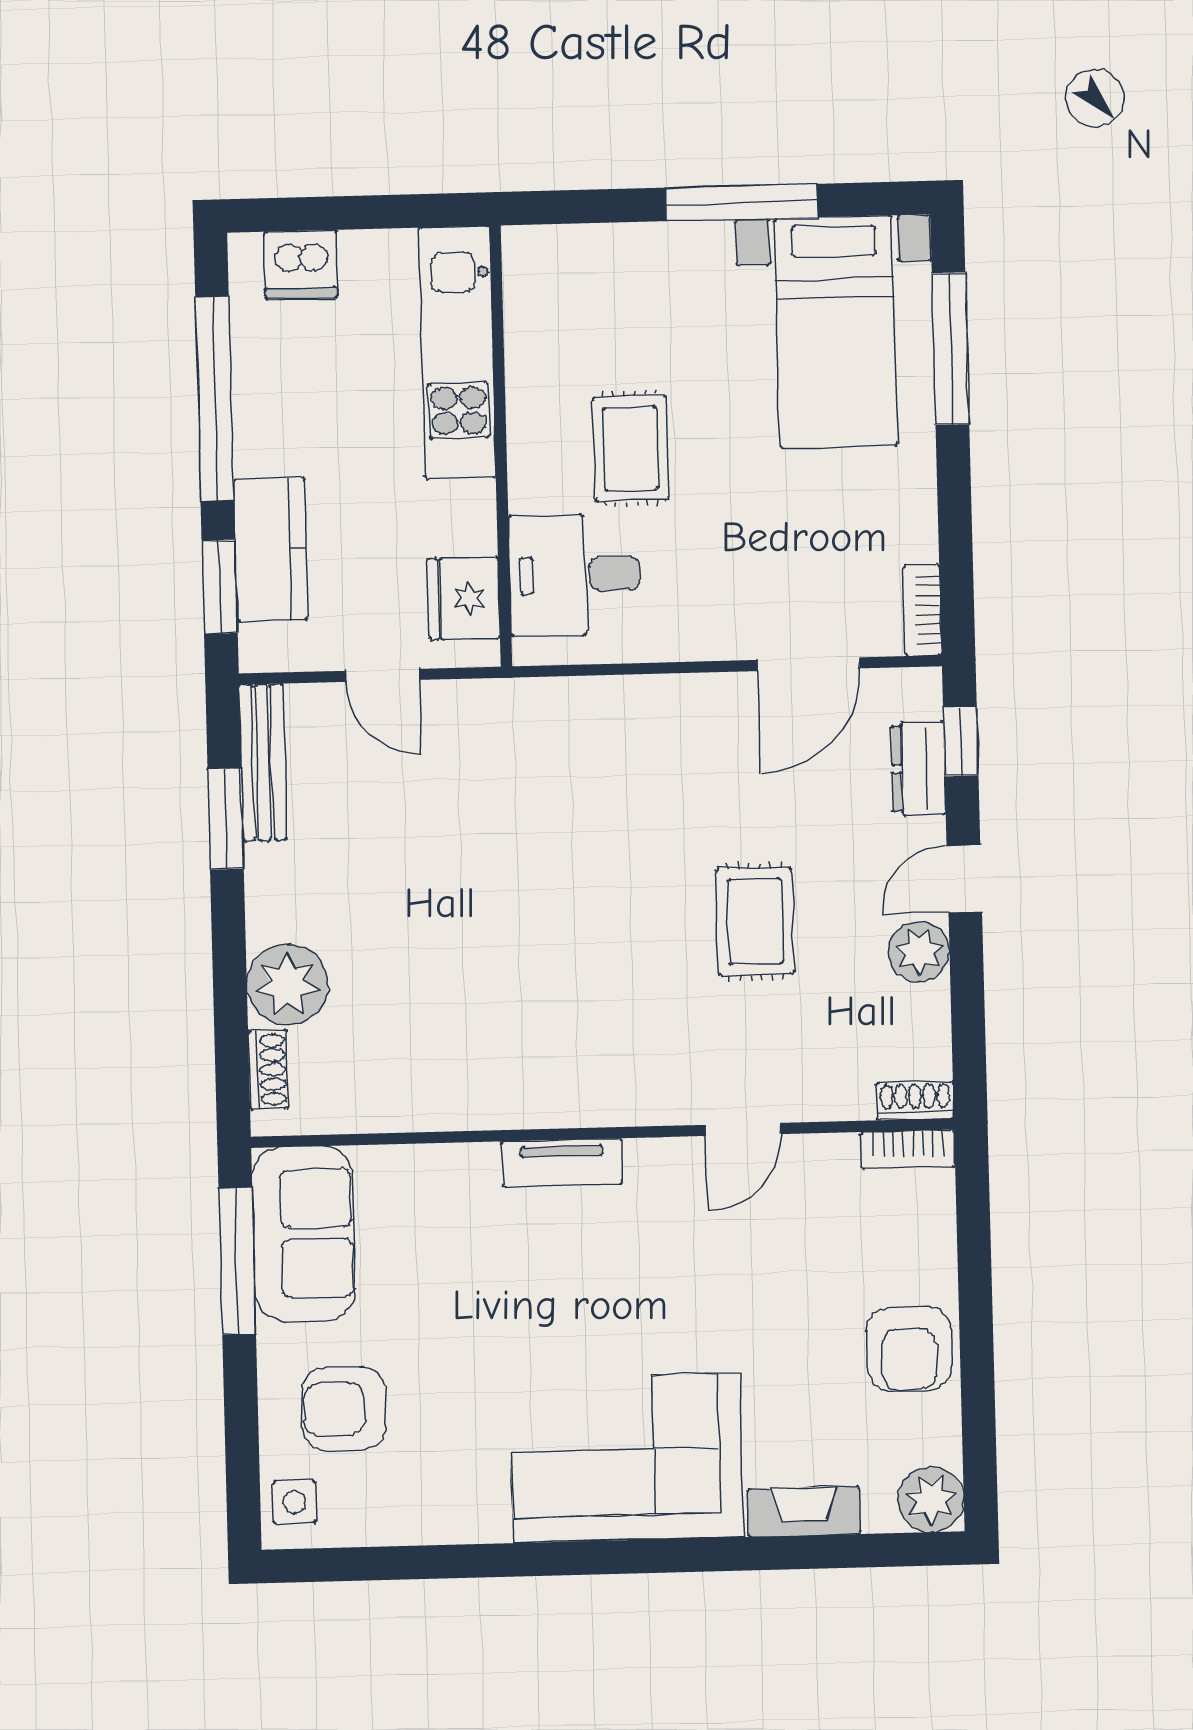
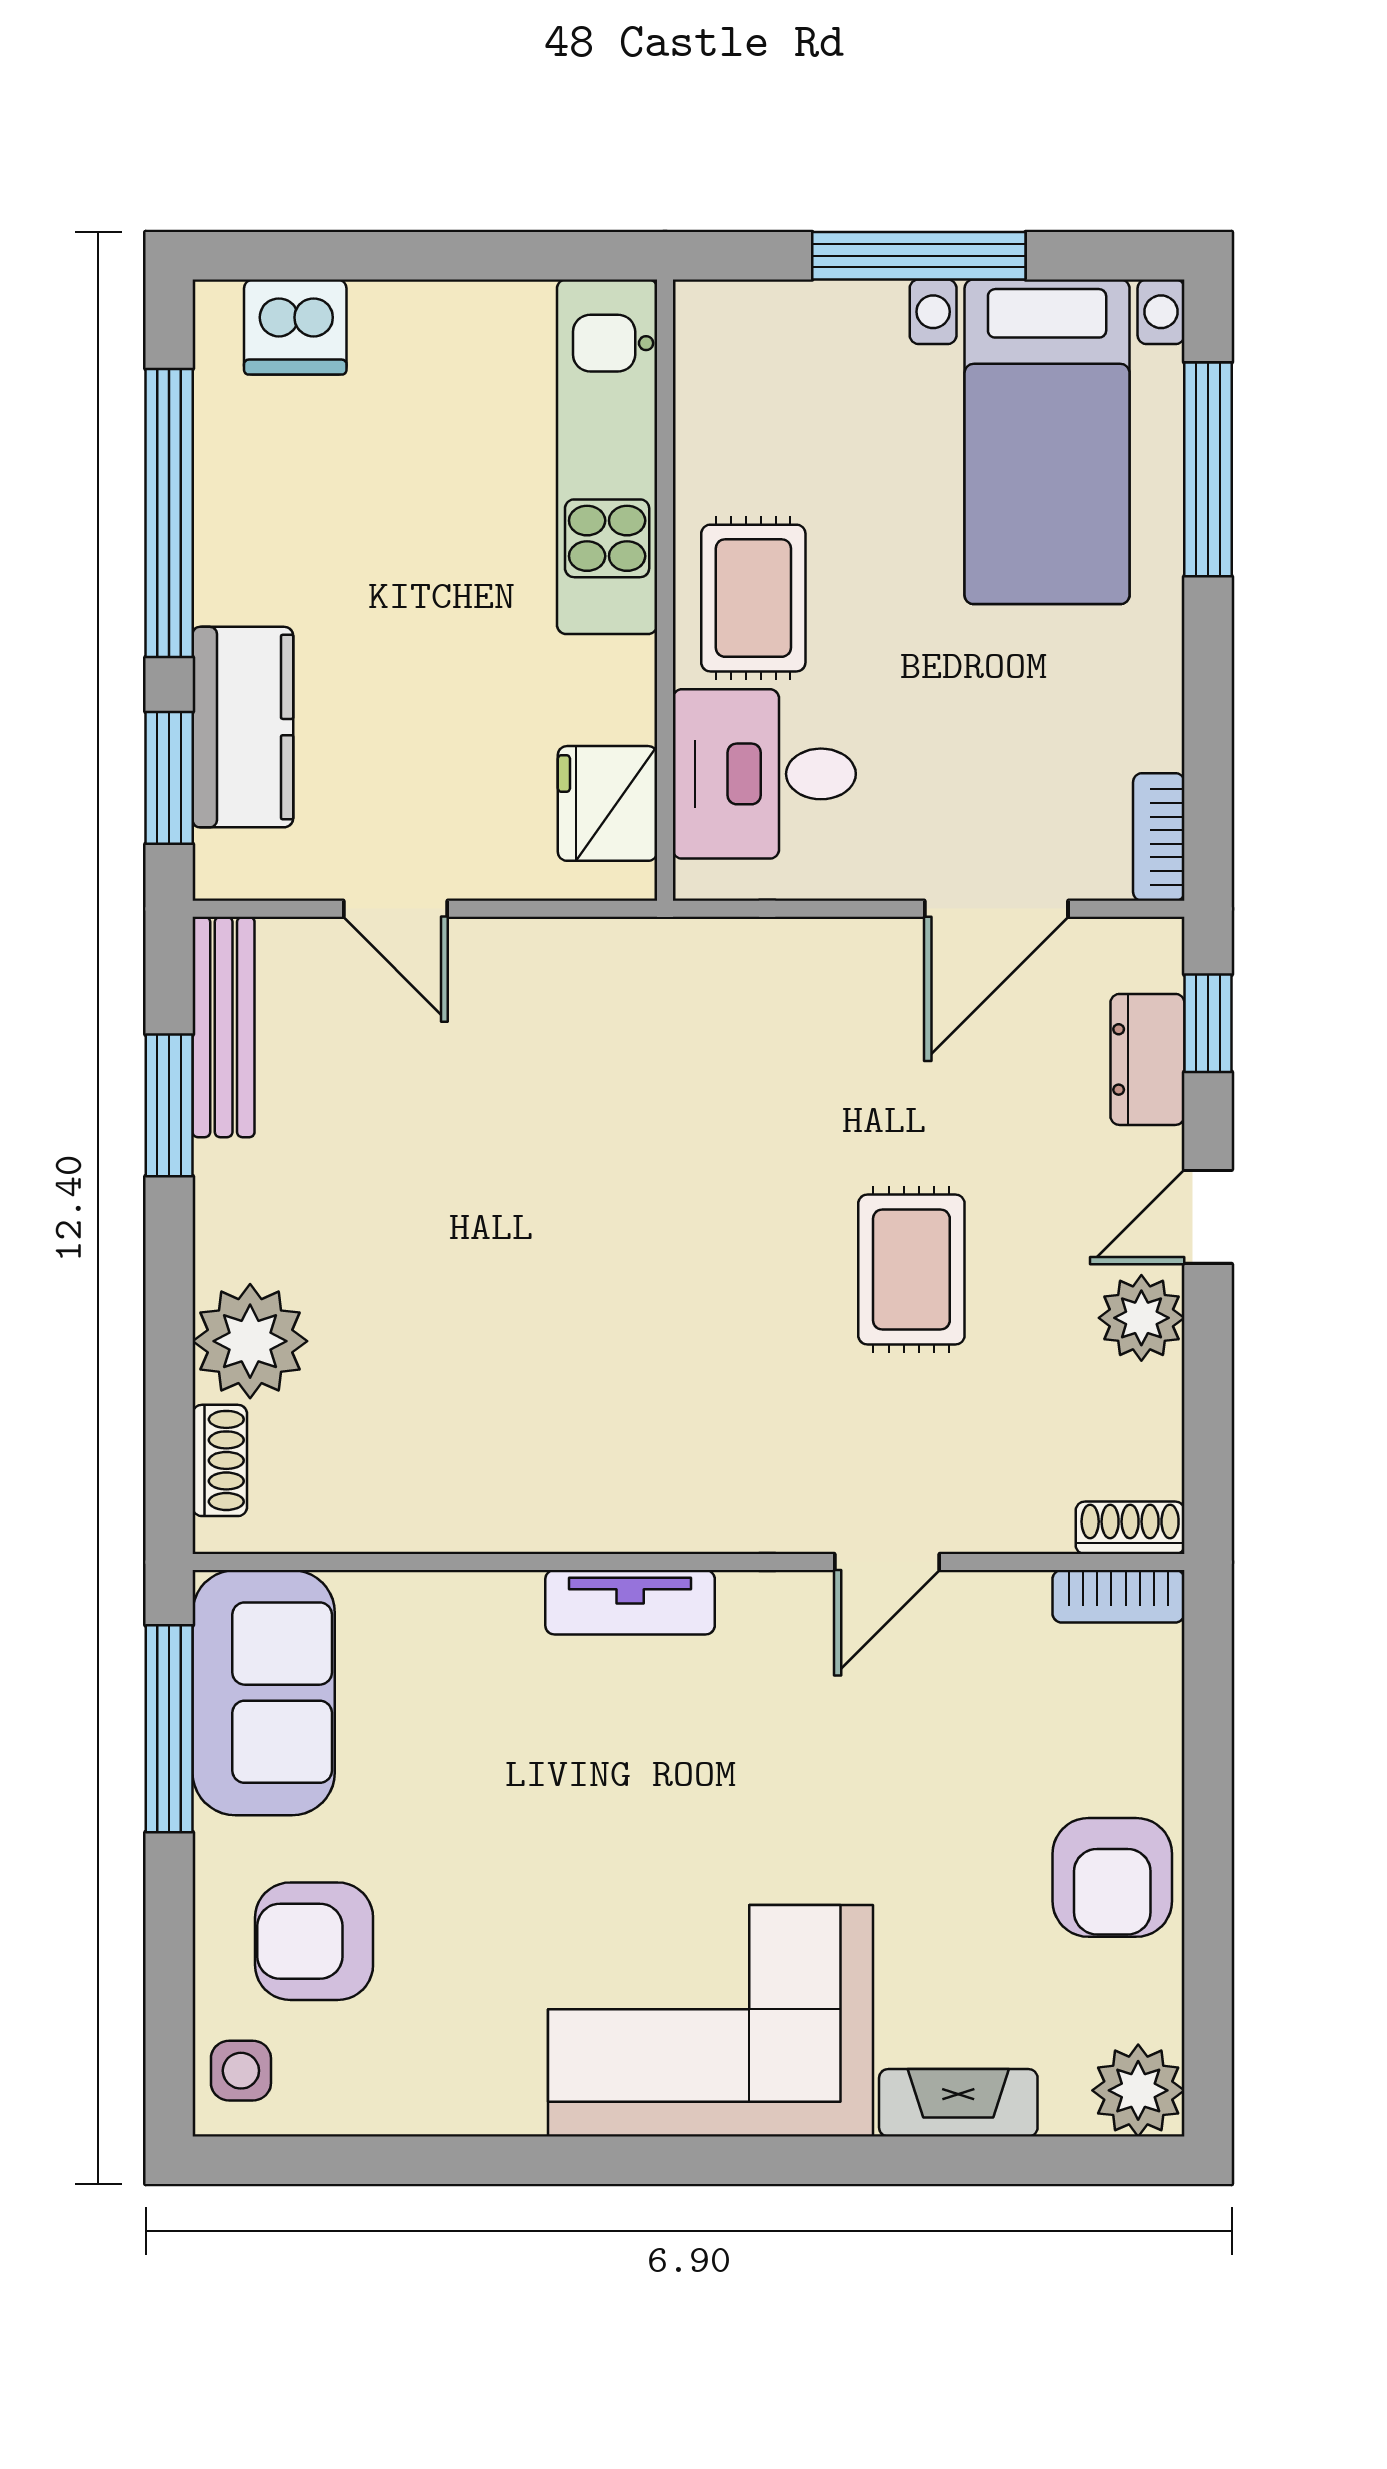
kitchen unit: (457, 353) -> (607, 457), moved
wall: (501, 446) -> (665, 590), moved
desk: (575, 575) -> (764, 774), moved
fridge: (464, 598) -> (608, 803), moved

